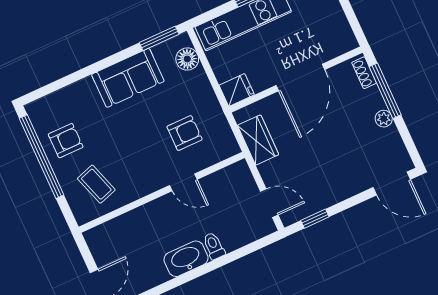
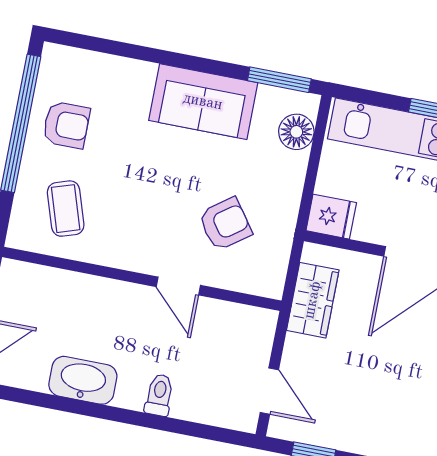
armchair: (185, 133) -> (225, 224), turned -36
washbasin: (186, 259) -> (83, 380), moved

